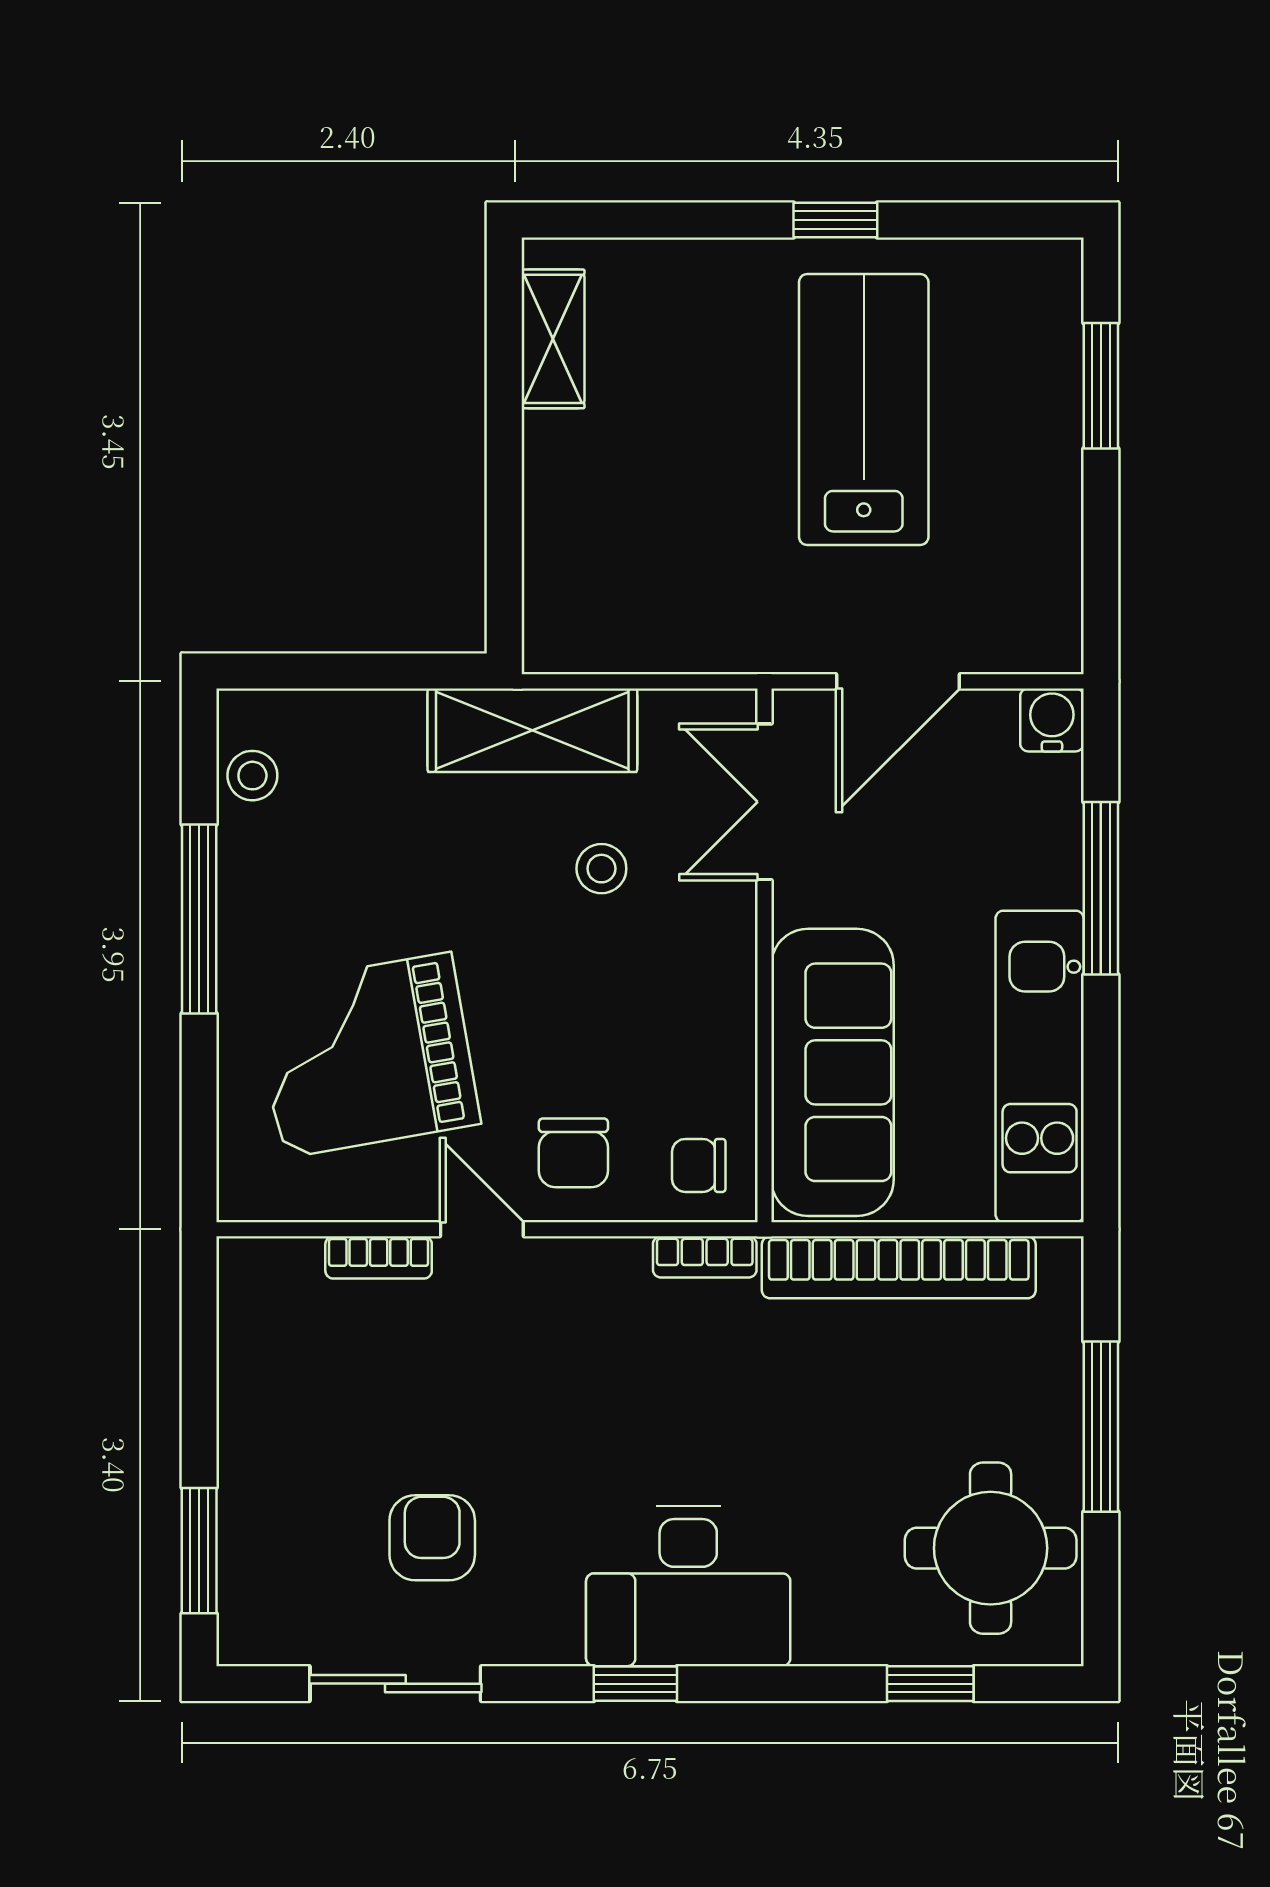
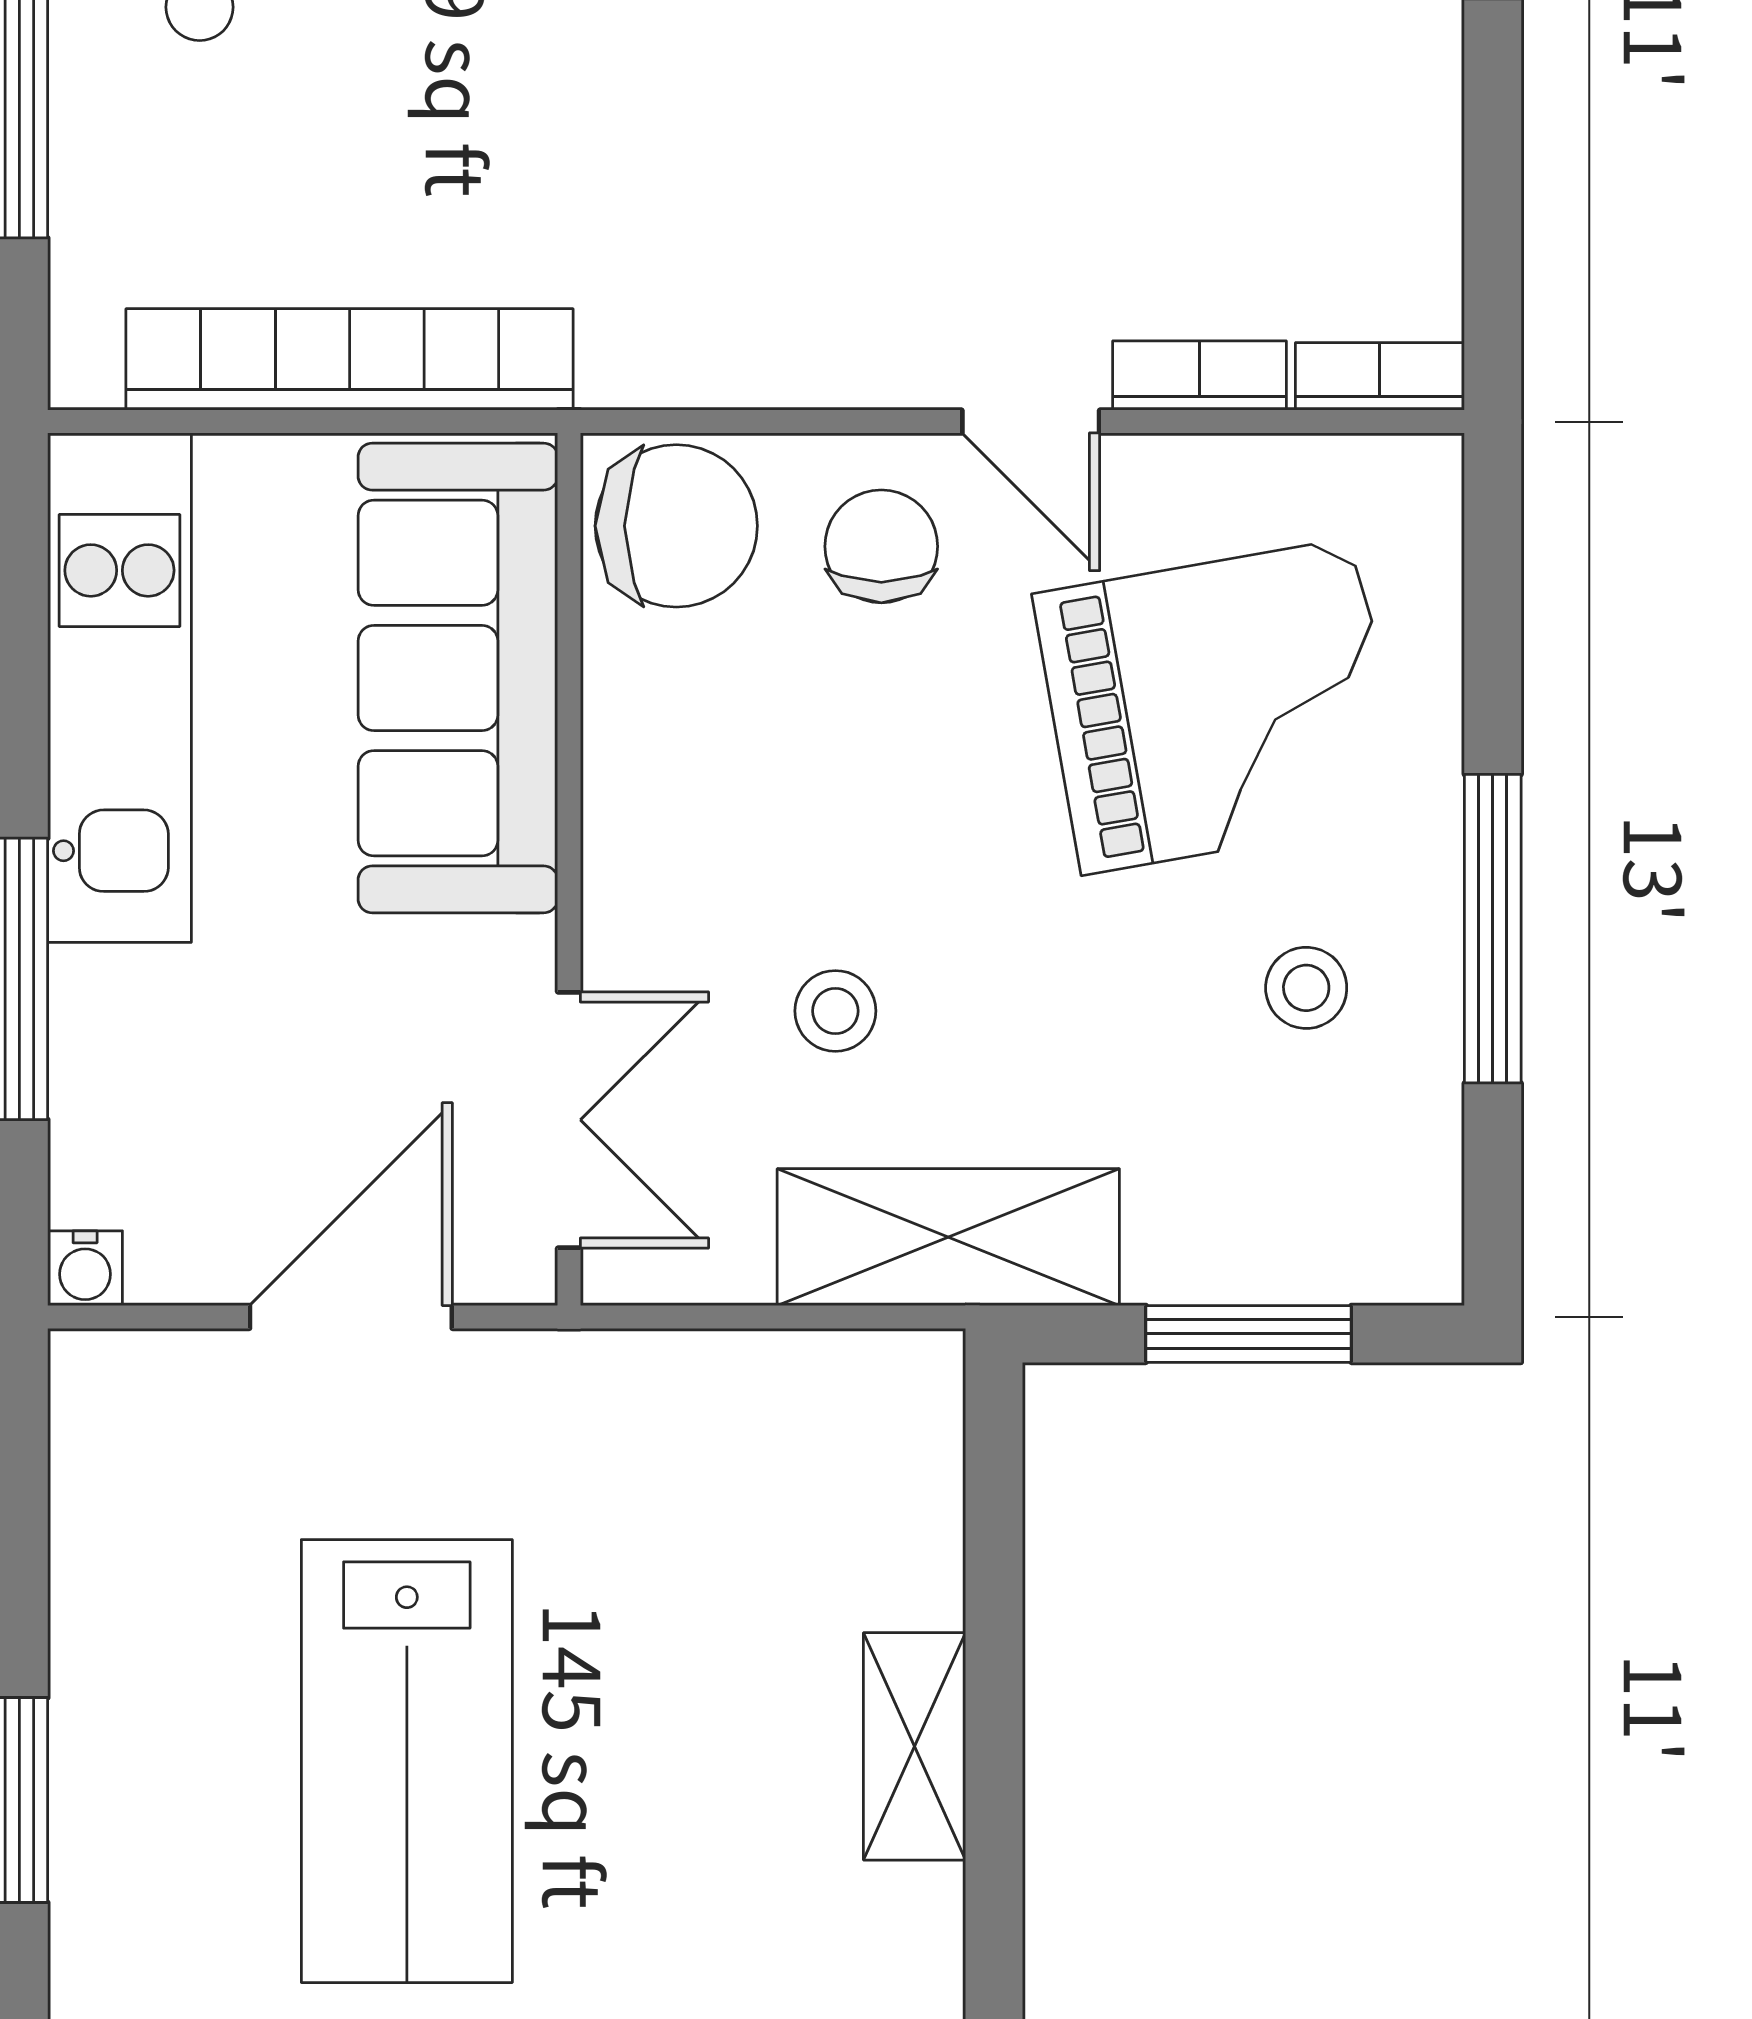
shelving: (553, 339) -> (915, 1746), moved
window: (349, 671) -> (1249, 1334), added
water cooler: (1052, 720) -> (85, 1268), width x0.72, depth x0.72
stool: (252, 776) -> (1306, 988), moved
chair: (699, 1165) -> (676, 526), width x1.87, depth x1.87
bookcase: (705, 1257) -> (1380, 376), moved

